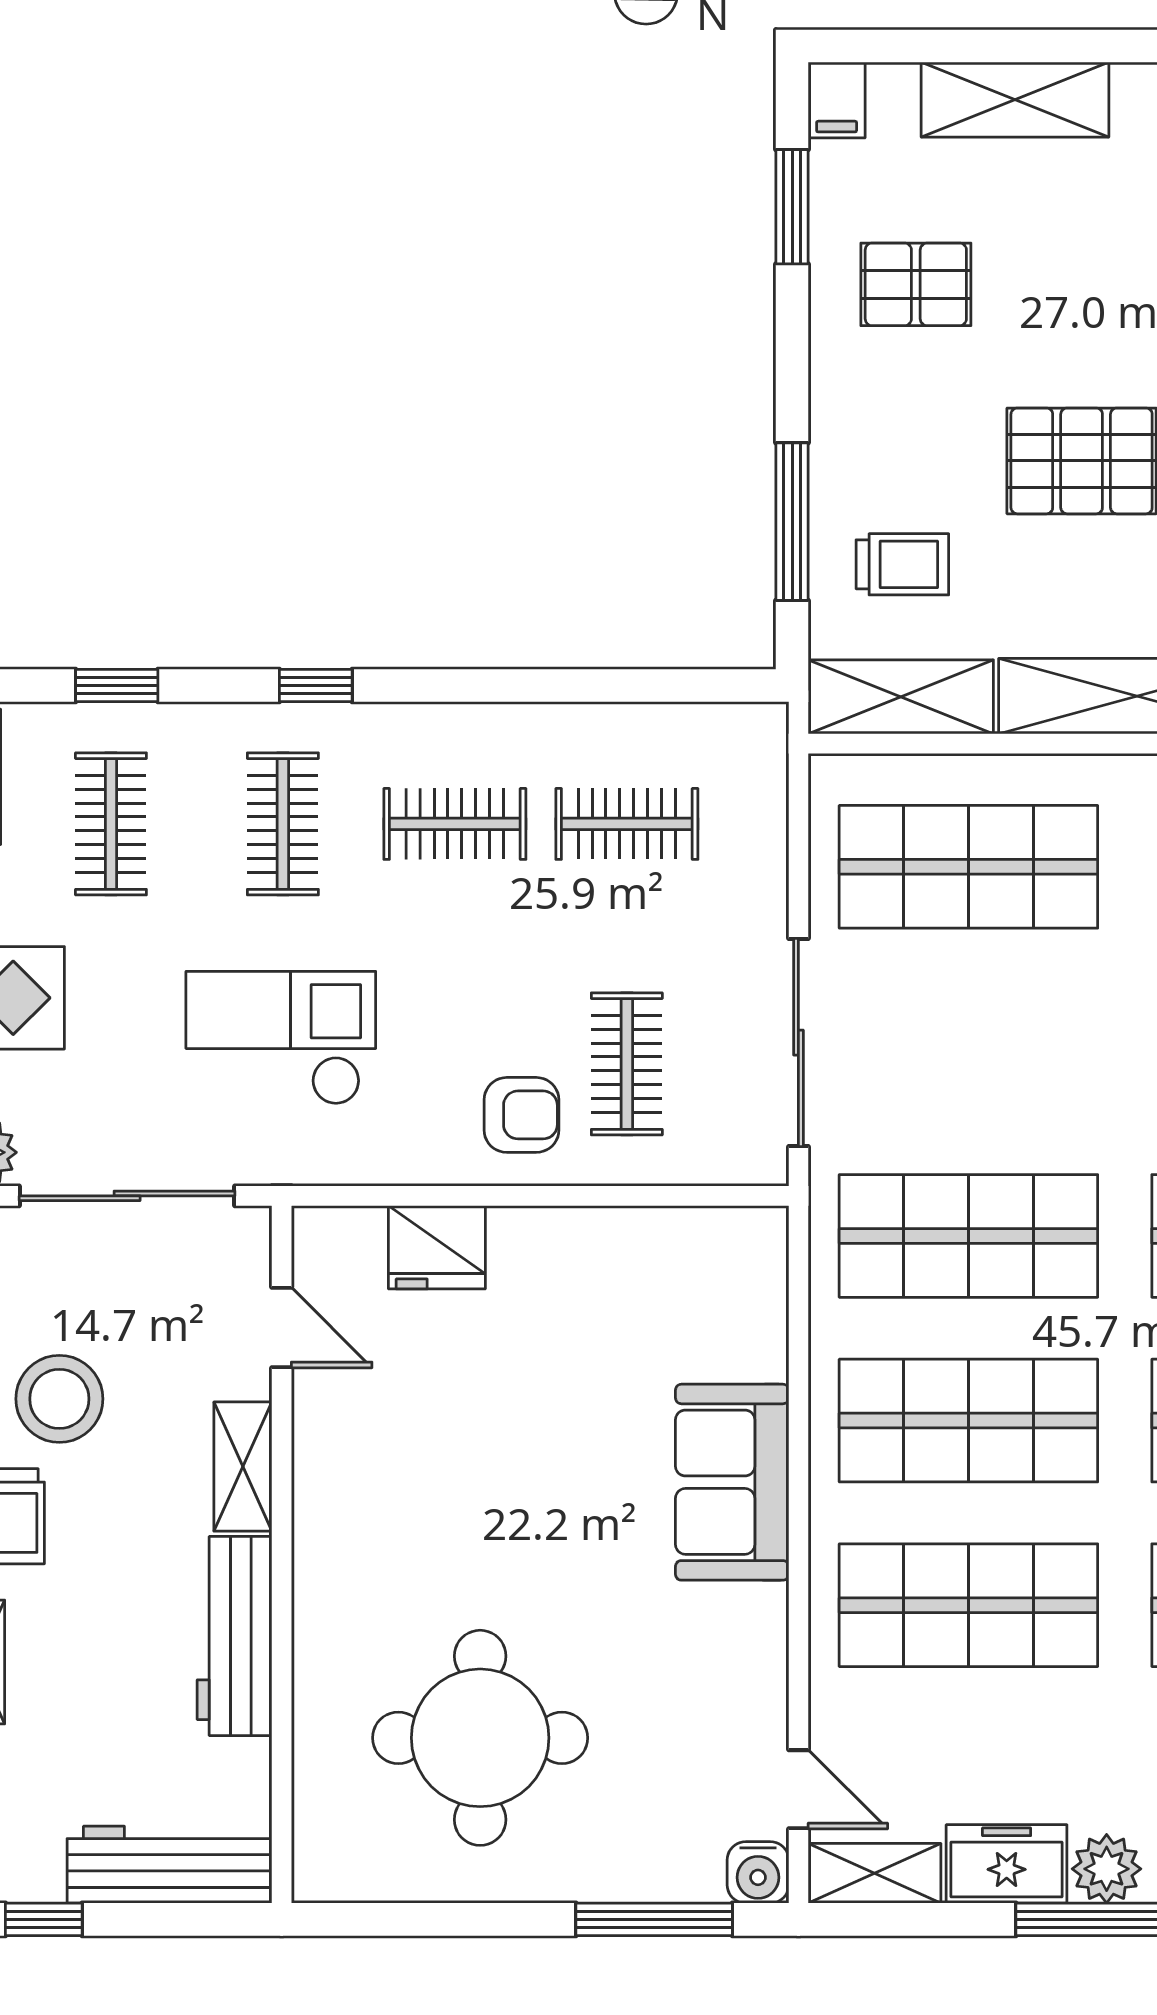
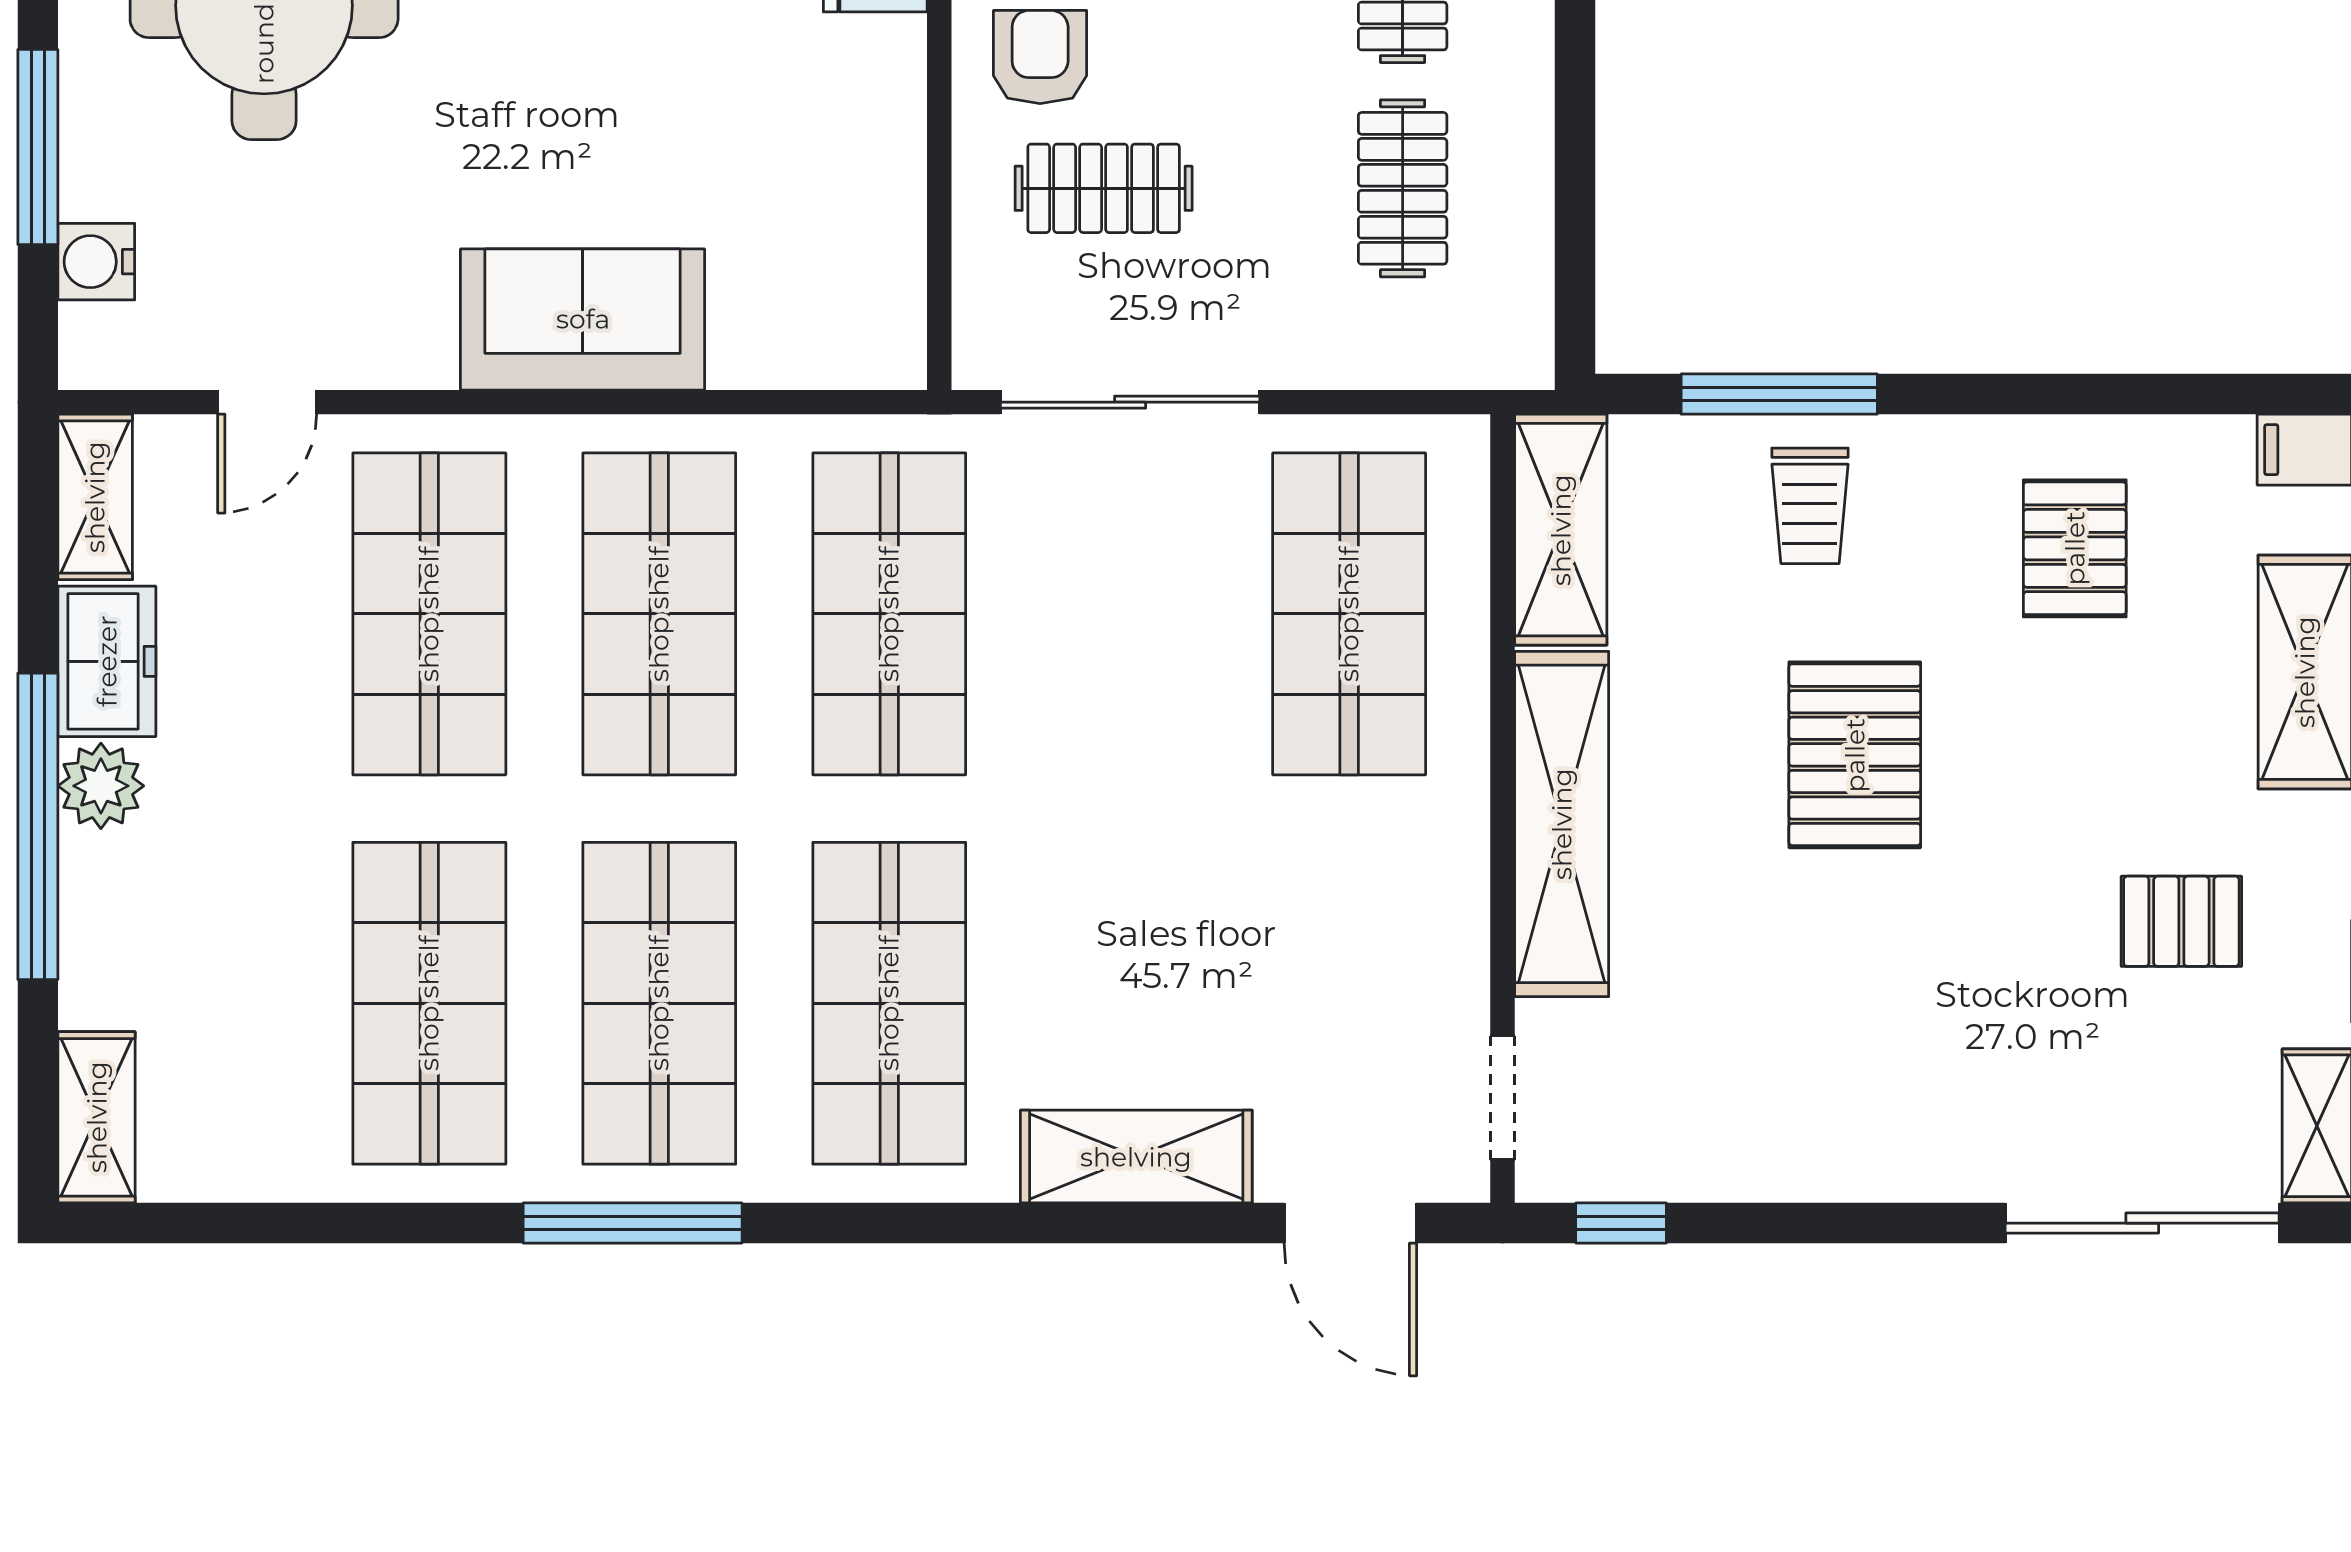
window: (792, 207) -> (2172, 394), removed
trolley: (902, 564) -> (1810, 506), moved
armchair: (521, 1115) -> (1040, 57), turned 180
door: (798, 1789) -> (267, 402), moved
water cooler: (758, 1872) -> (96, 262), moved
window: (654, 1919) -> (38, 147), moved

